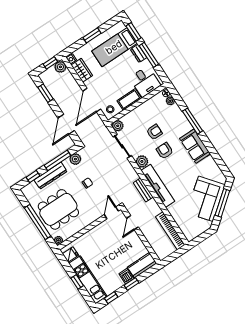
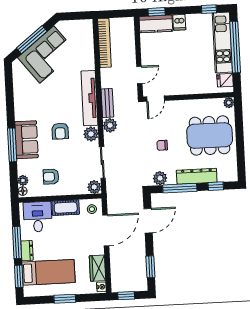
plant: (60, 67) -> (110, 125), moved
armchair: (154, 132) -> (51, 177), moved
sofa: (195, 146) -> (26, 140), moved
window: (37, 222) -> (240, 135), removed
window: (77, 282) -> (235, 47), width x3.17
window: (132, 284) -> (157, 12), moved

